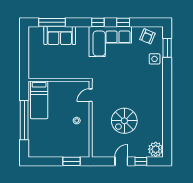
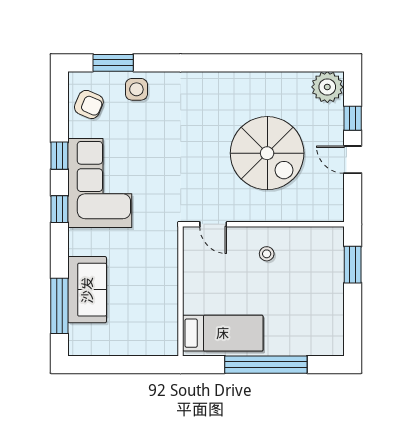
spiral stairs: (124, 121) -> (267, 153), width x1.37, depth x1.37

